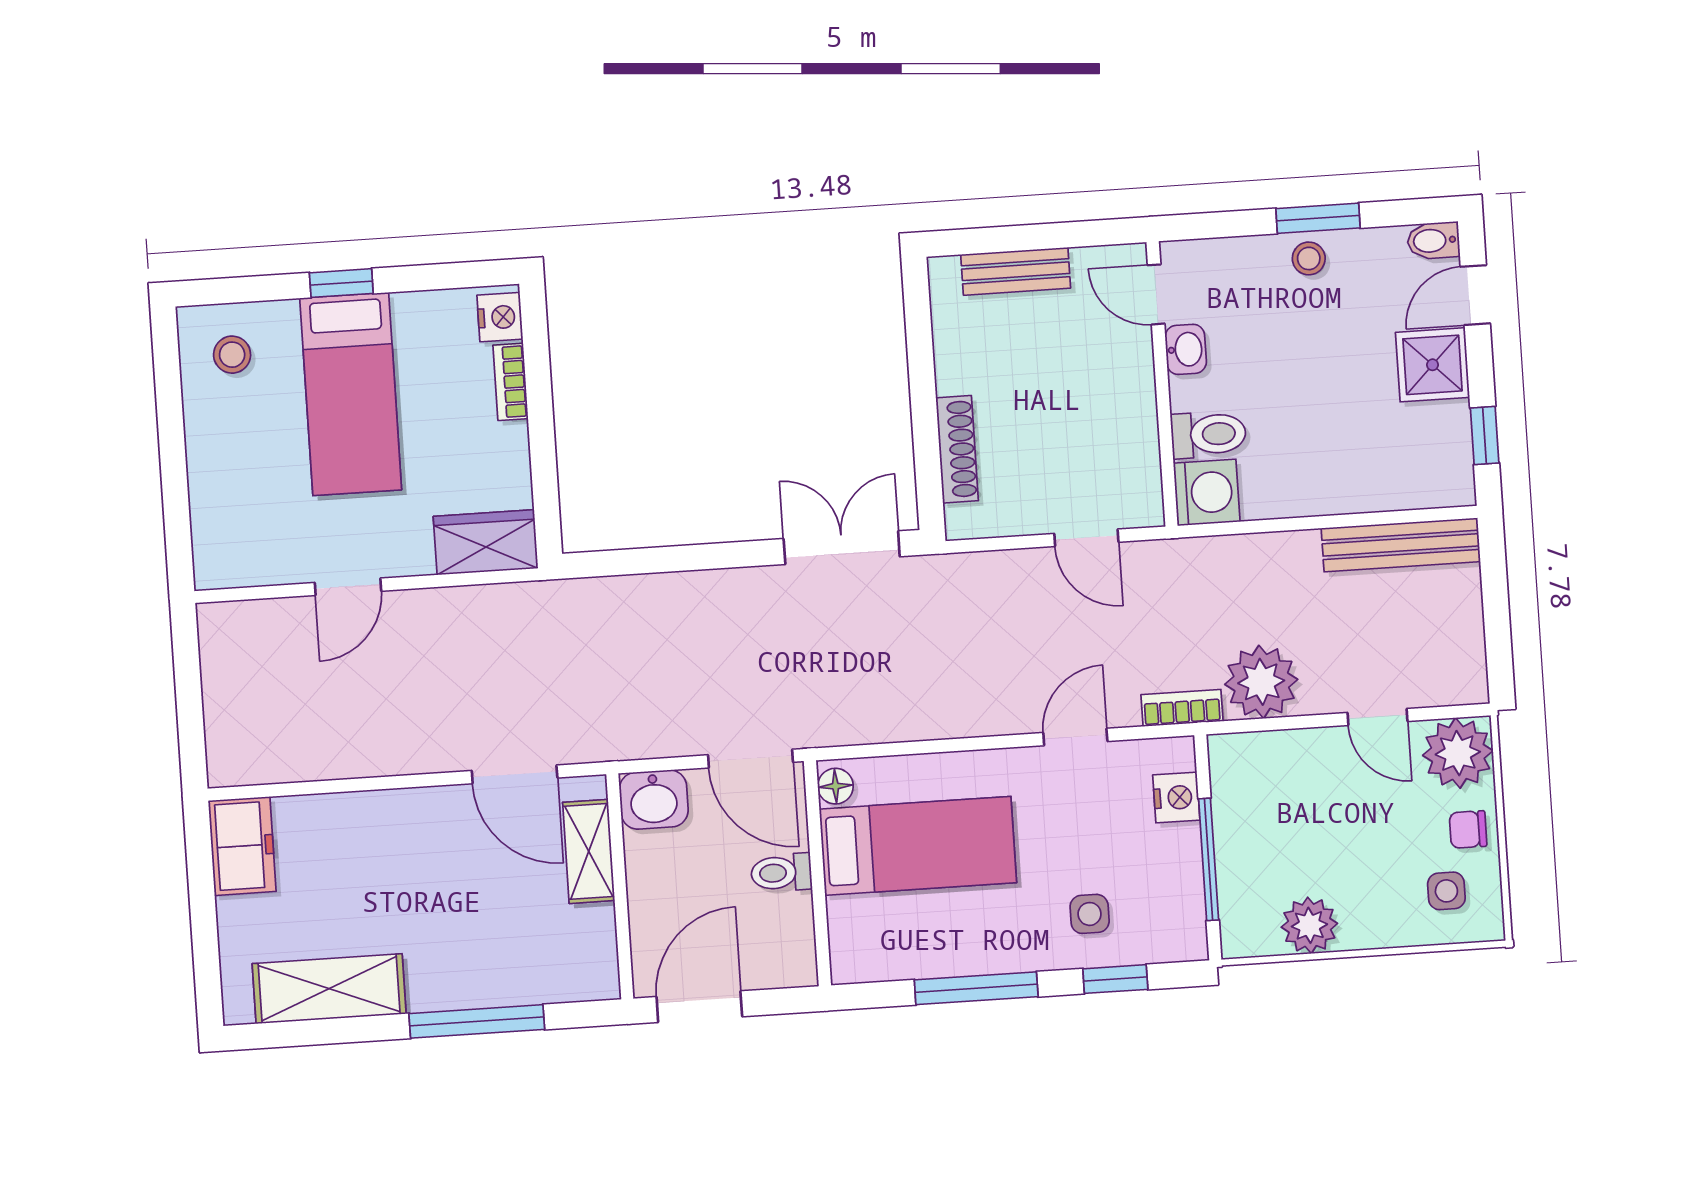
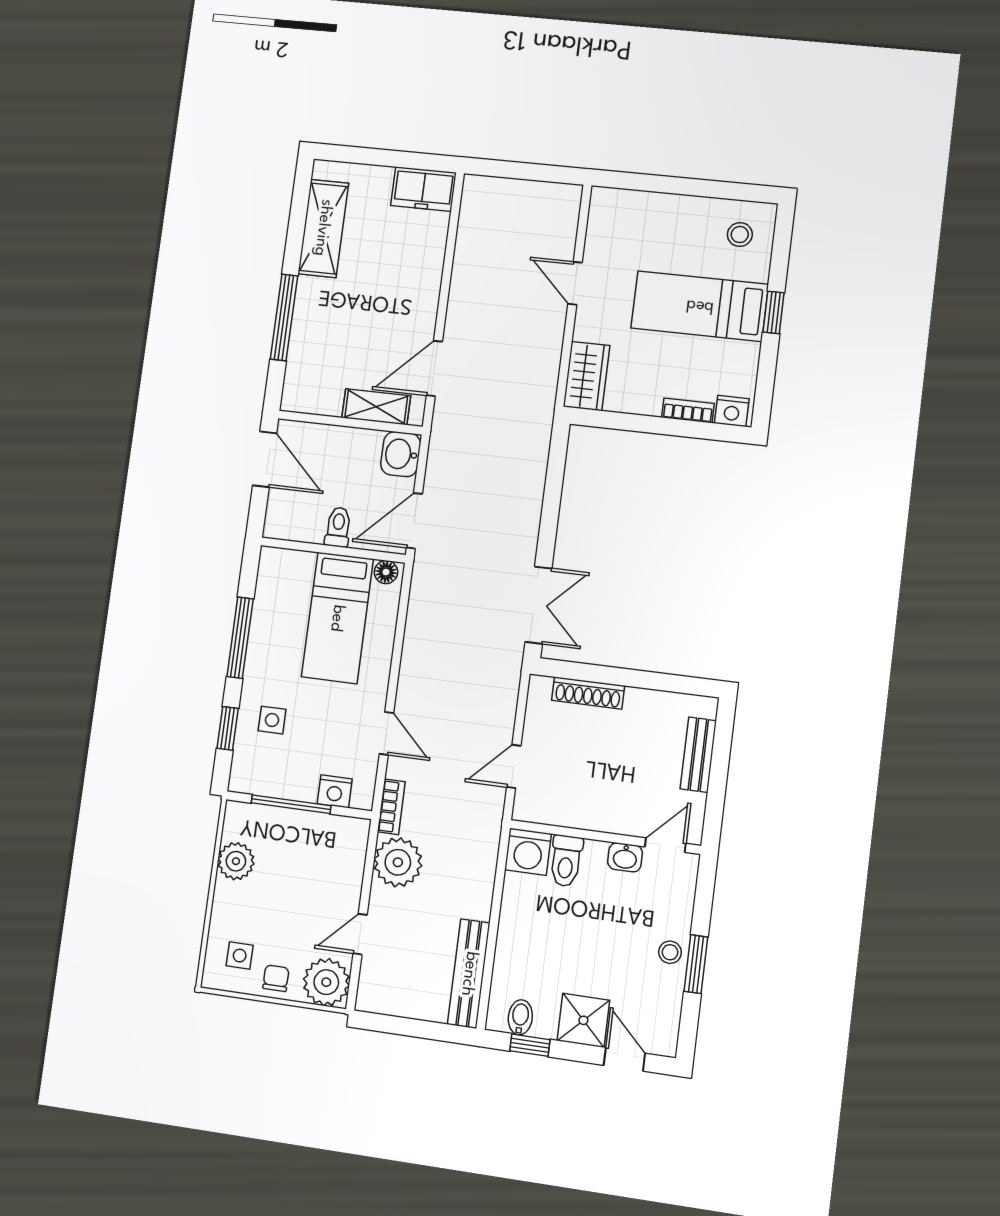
bidet: (1433, 241) -> (520, 1017), moved

